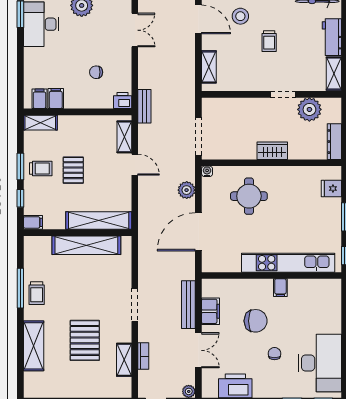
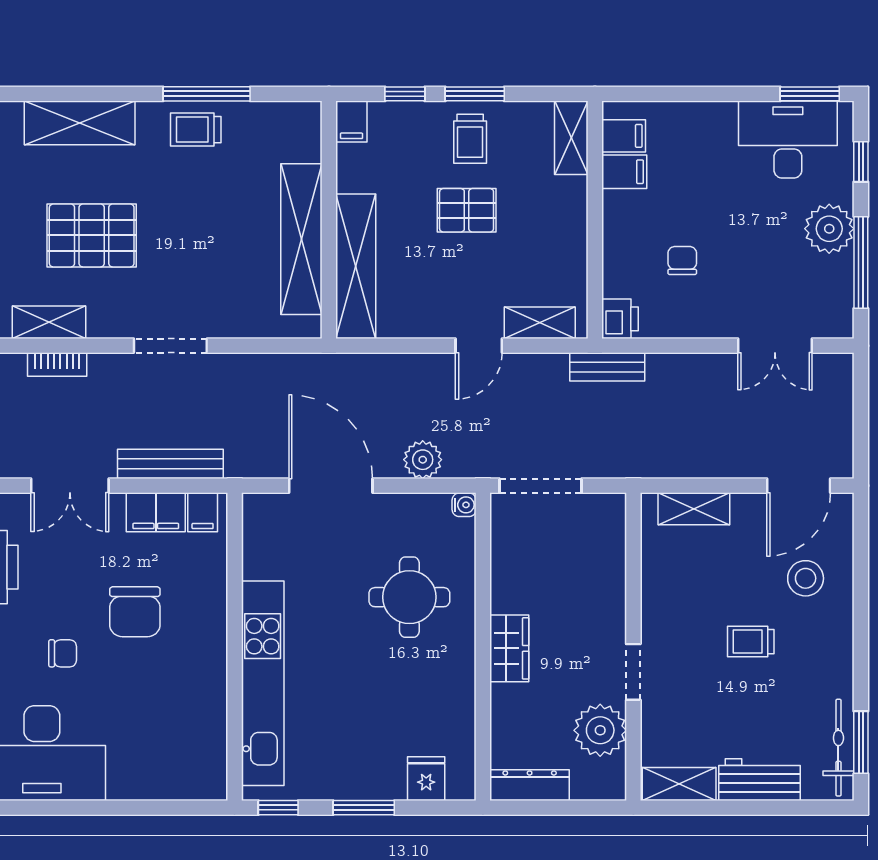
filing cabinet: (280, 288) -> (203, 512), moved, turned -90

